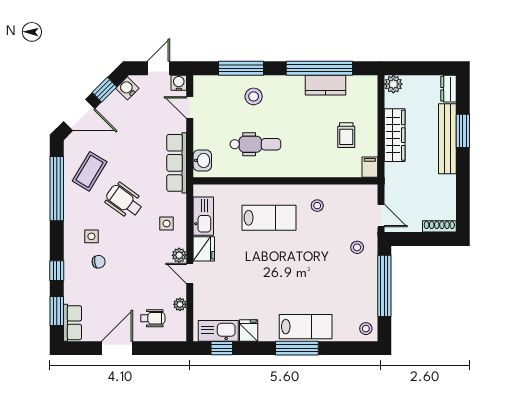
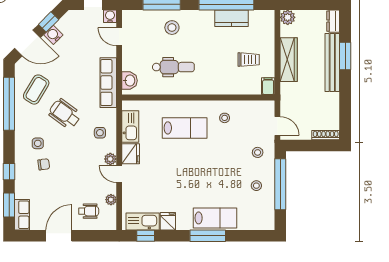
water cooler: (127, 88) -> (53, 35), moved
trolley: (346, 135) -> (249, 60), turned -90
stool: (366, 329) -> (256, 186), moved

